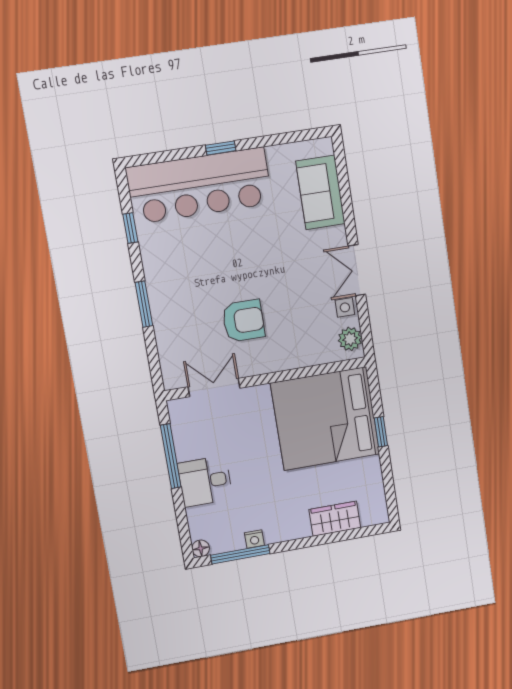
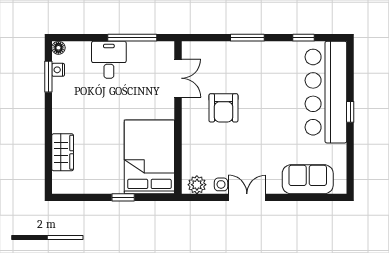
bed: (325, 419) -> (149, 157), width x0.73
nightstand: (254, 539) -> (58, 70), moved
window: (240, 554) -> (48, 77), width x0.69

